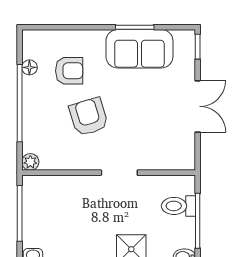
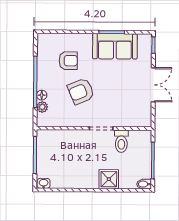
floor lamp: (29, 67) -> (42, 95), moved
armchair: (89, 117) -> (81, 91), turned -96
plant: (30, 162) -> (42, 107), moved
toilet: (178, 206) -> (121, 141), moved, turned -90

